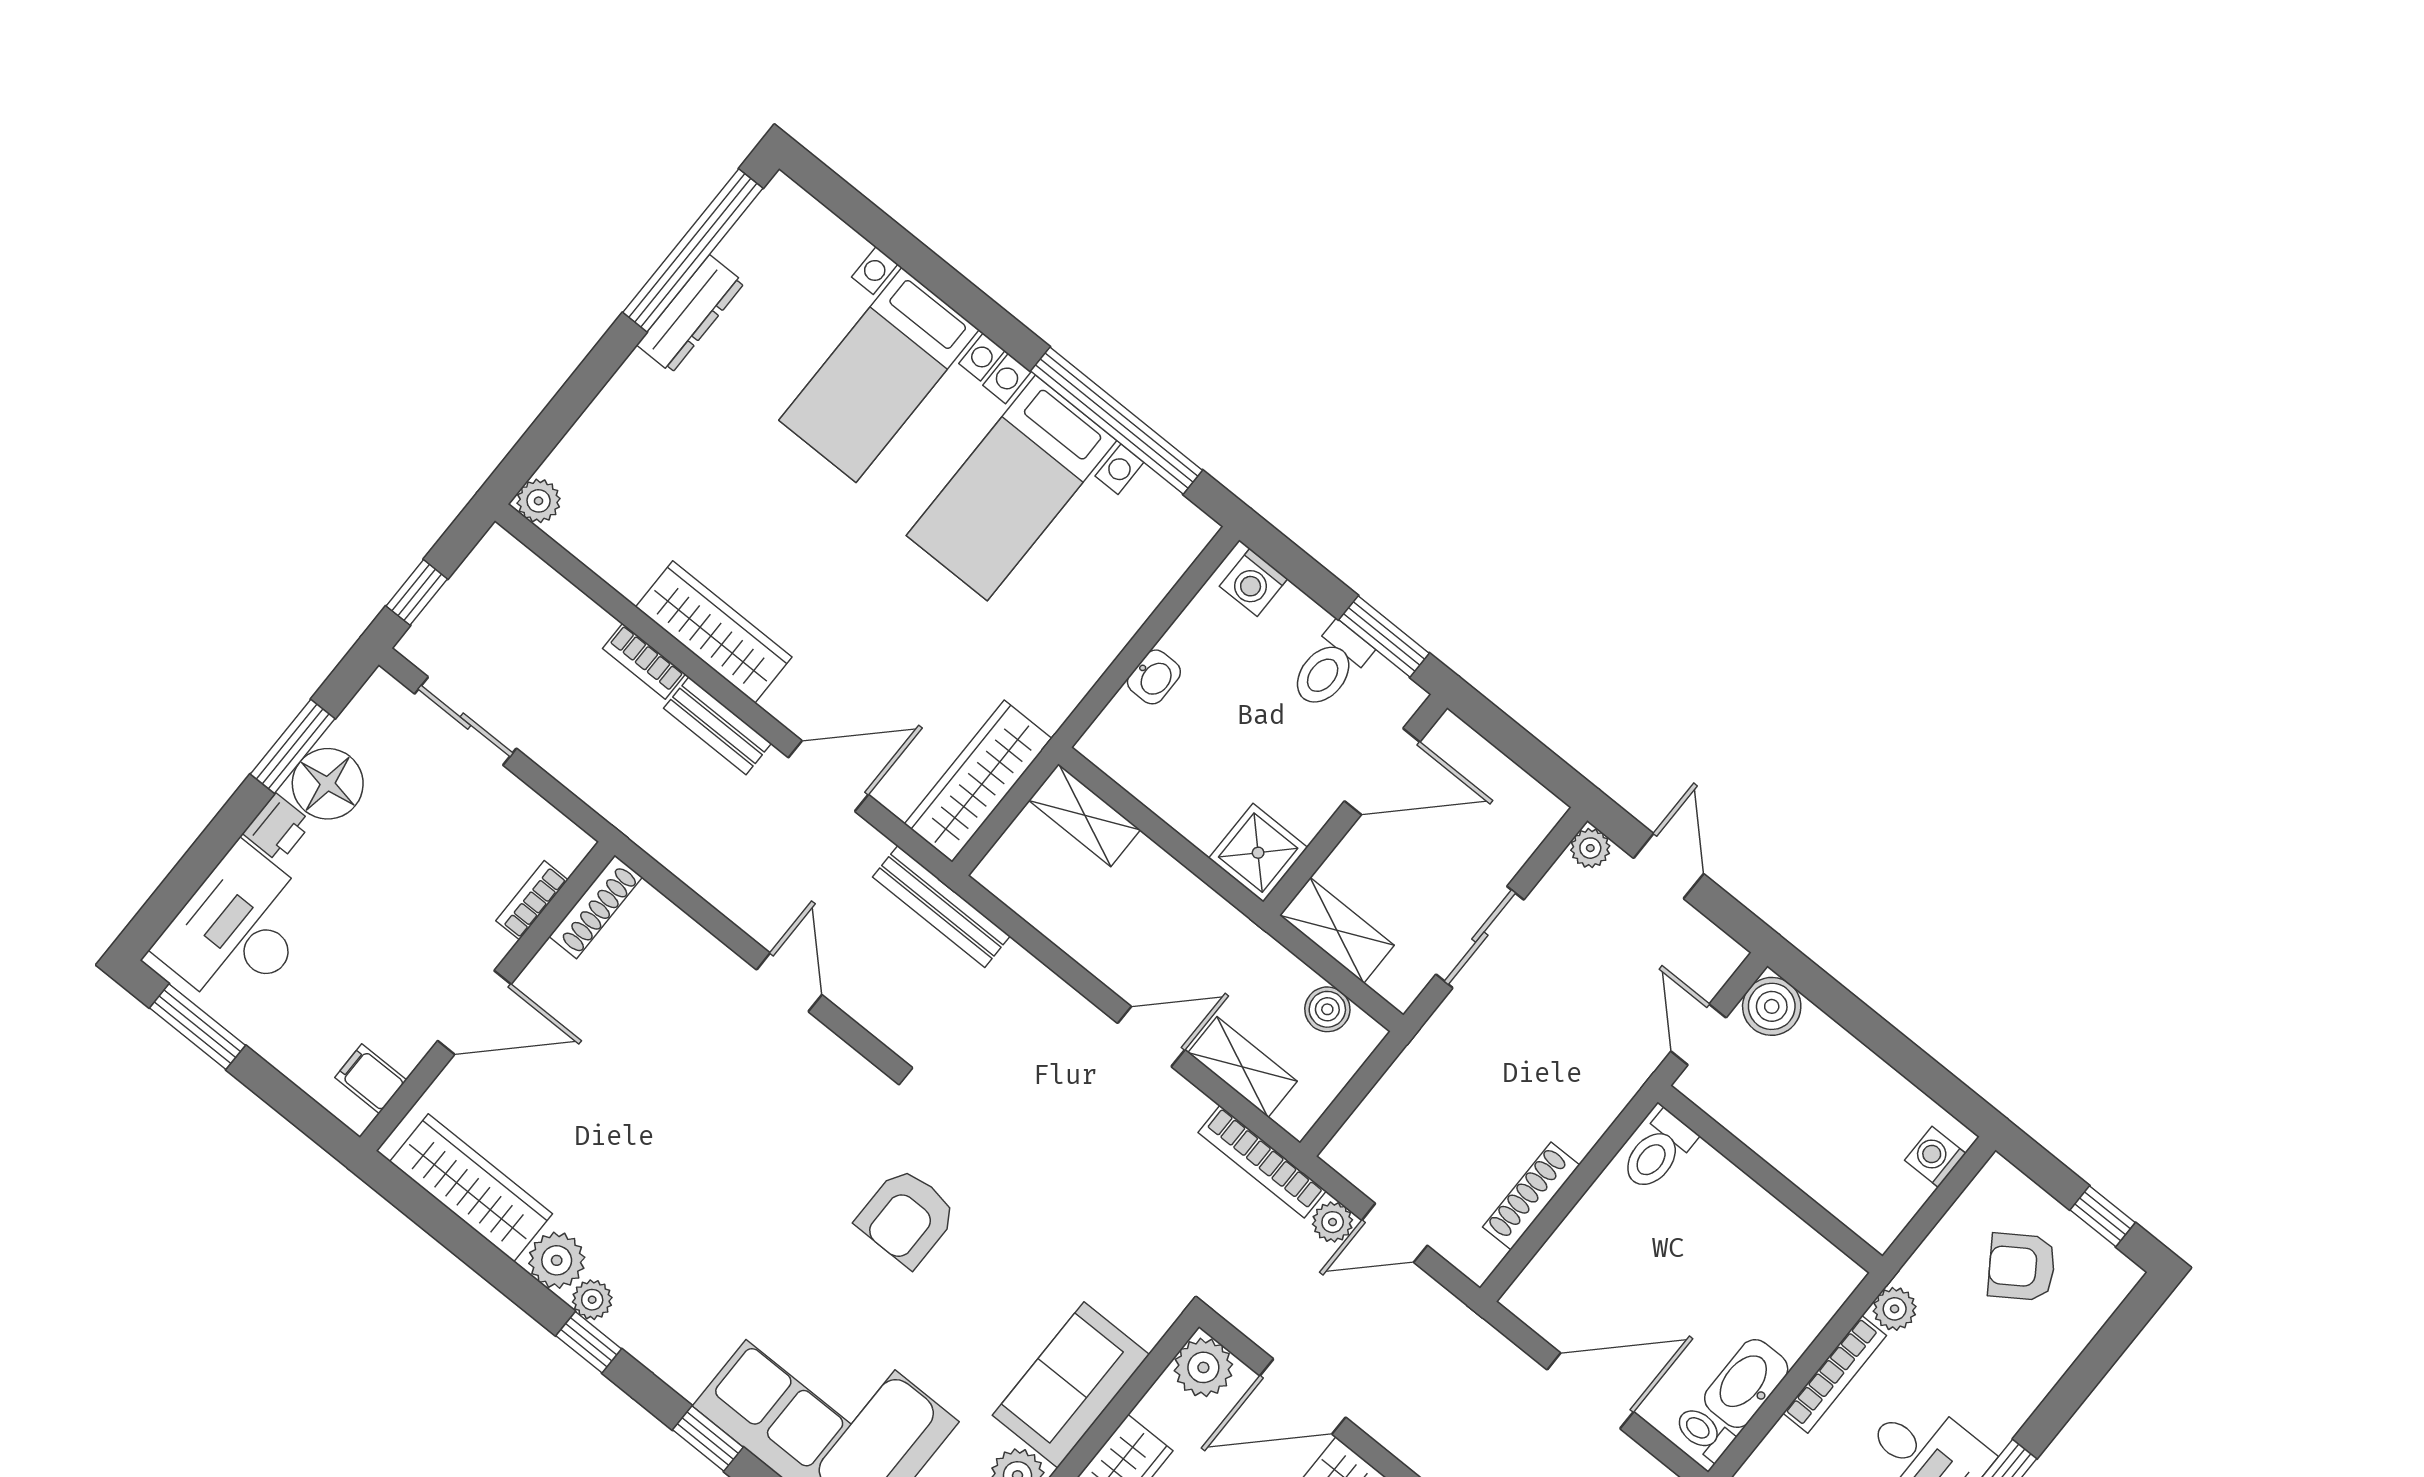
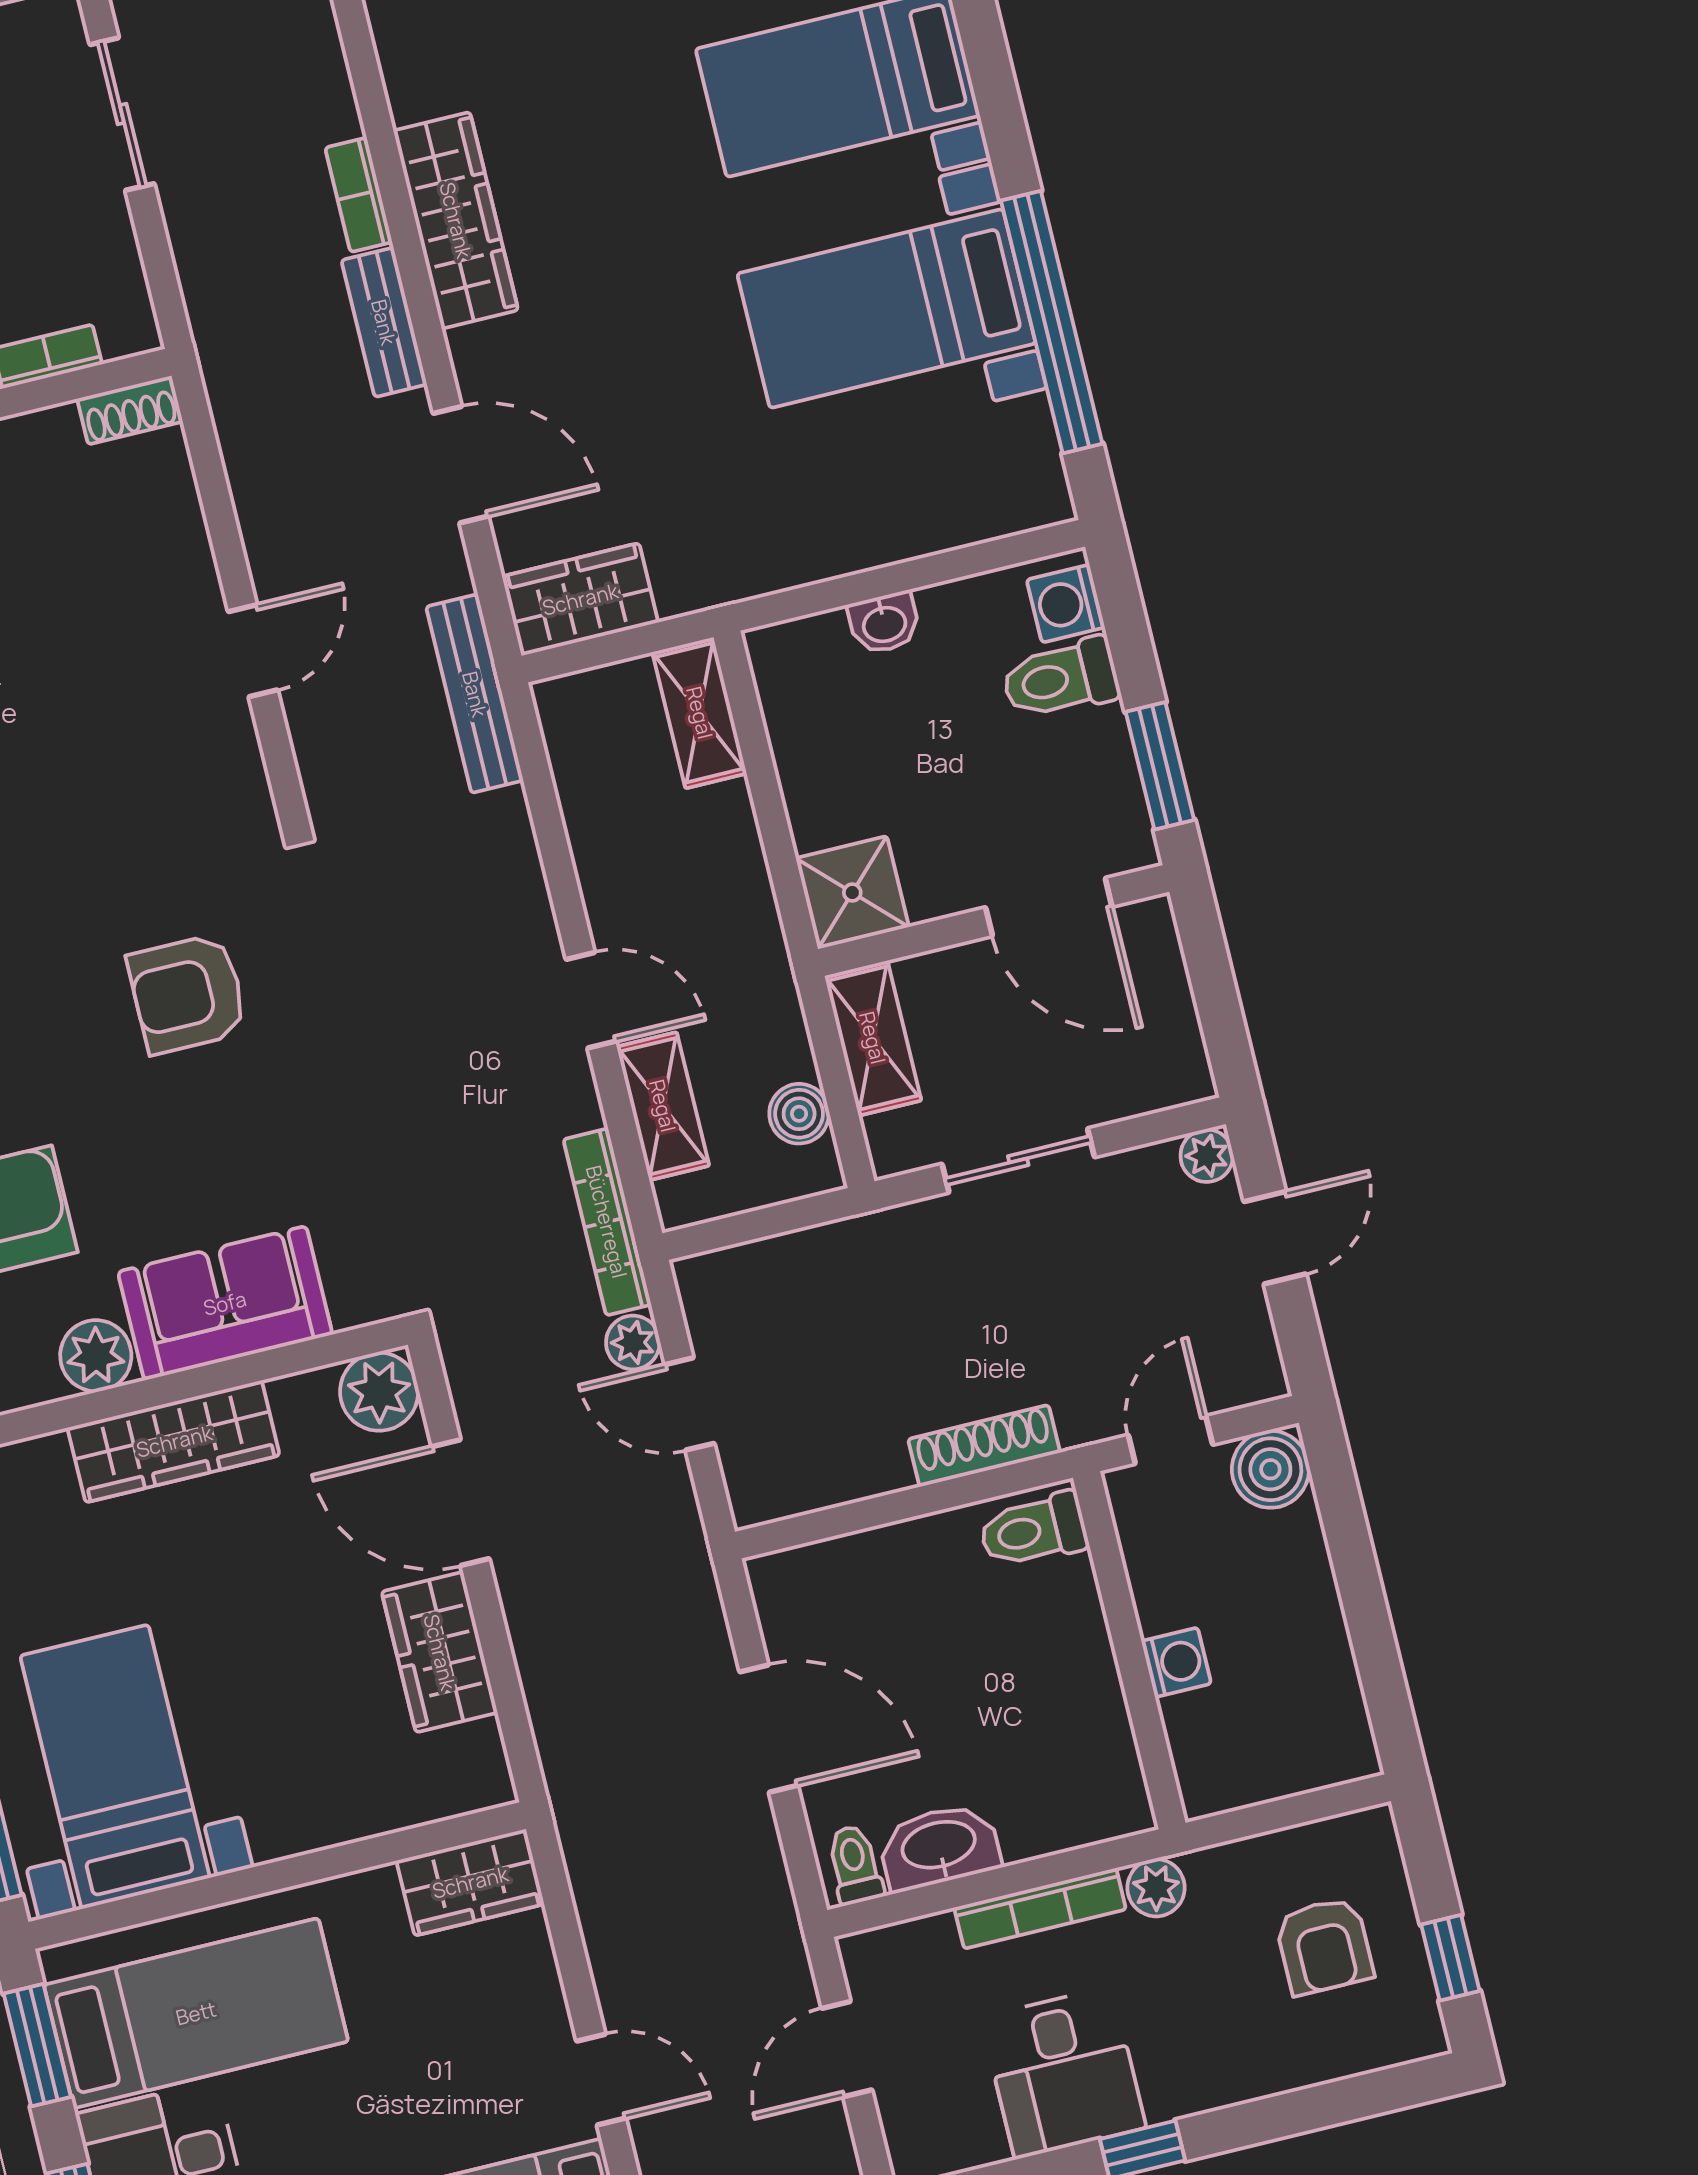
toilet: (1330, 666) -> (1060, 679), moved
wardrobe: (978, 781) -> (580, 599), width x0.67
shoe rack: (596, 907) -> (130, 410), width x0.70
washing machine: (1935, 1157) -> (1176, 1662), moved, turned 90
shoe rack: (1531, 1196) -> (984, 1446), moved
armchair: (2022, 1267) -> (1324, 1946), turned -146

